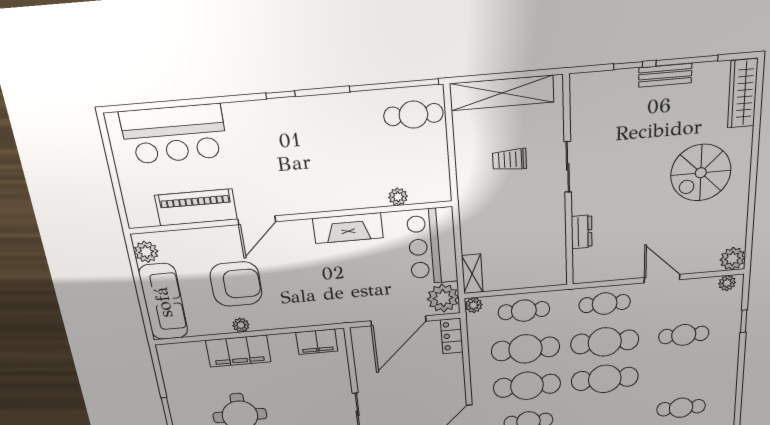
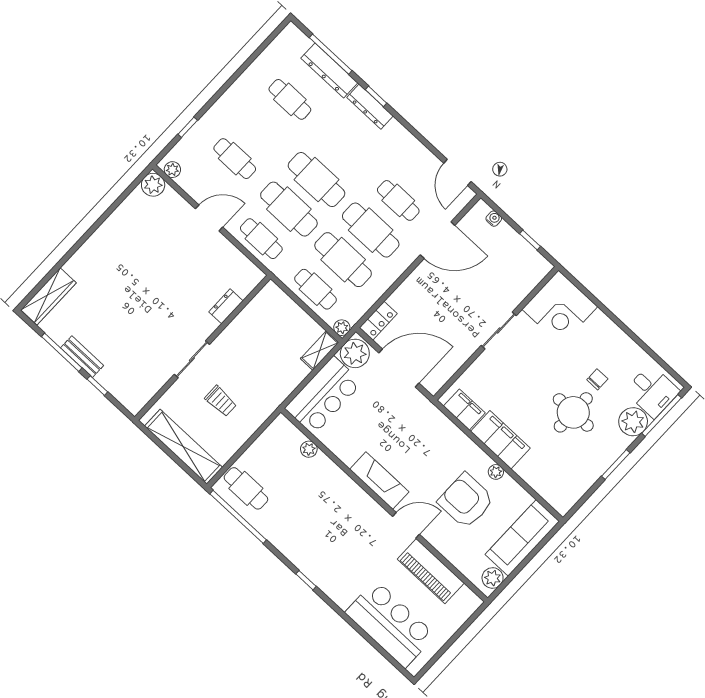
spiral stairs: (701, 173) -> (118, 269), removed
fireplace: (348, 228) -> (379, 481), moved
door: (662, 279) -> (209, 218), swing flipped
filing cabinet: (238, 351) -> (500, 440), moved

